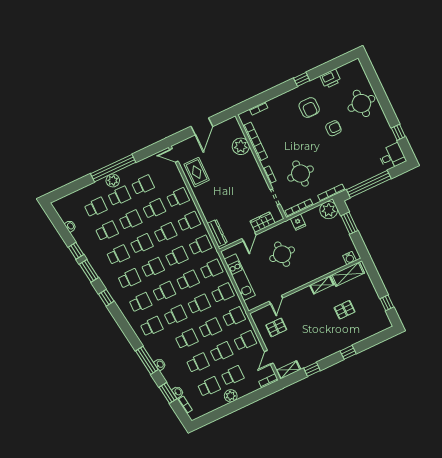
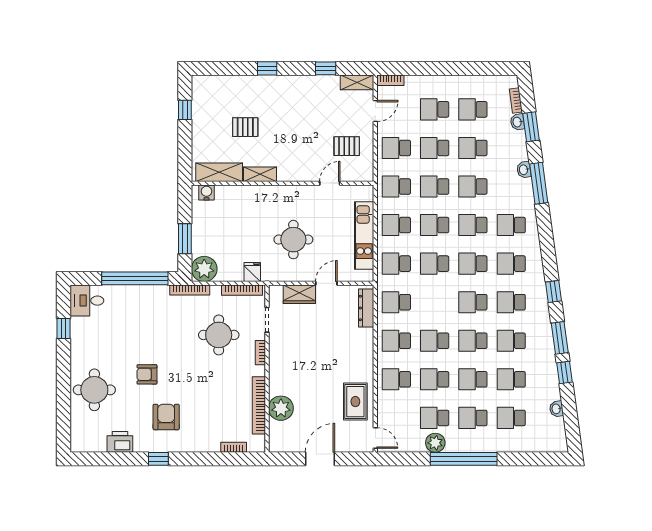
plant: (113, 180) -> (435, 443), moved
school desk: (177, 257) -> (435, 302), removed
plant: (231, 396) -> (450, 84), removed

